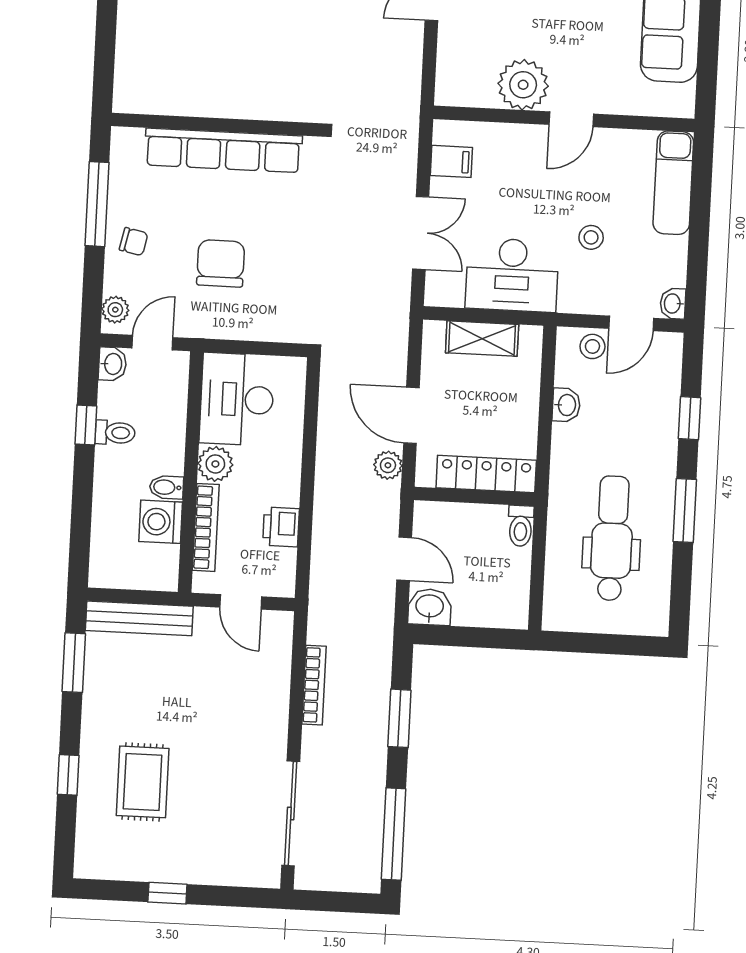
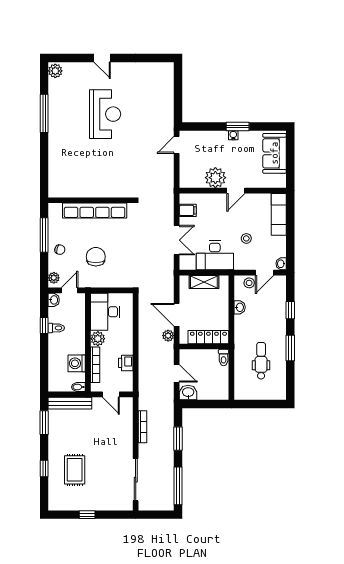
bidet: (167, 487) -> (78, 387), moved
dental chair: (612, 538) -> (261, 361), width x0.73, depth x0.72

